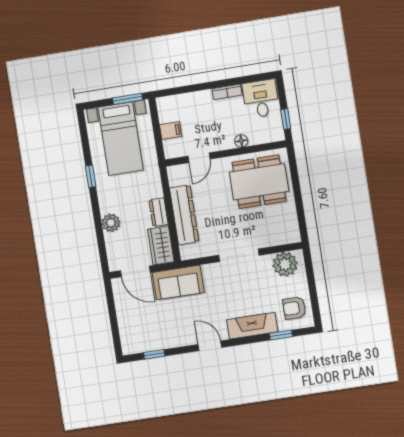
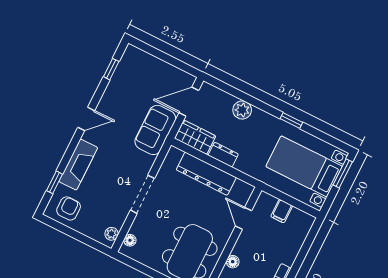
window: (128, 99) -> (343, 173), moved
floor lamp: (284, 238) -> (130, 240), added
plant: (285, 264) -> (112, 234), width x0.53, depth x0.53

